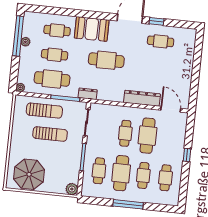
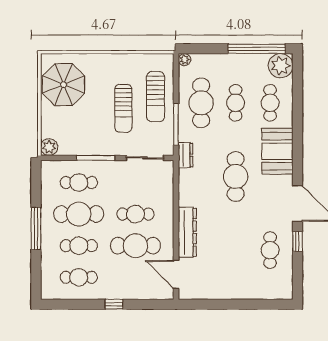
plant: (25, 42) -> (281, 66), moved, width x1.88, depth x1.88
door: (171, 109) -> (176, 274), swing flipped

